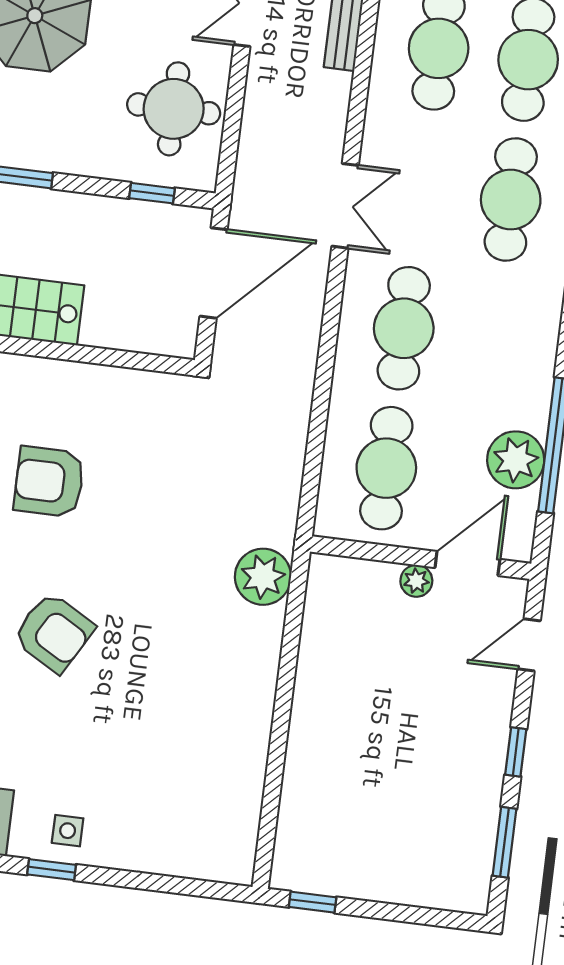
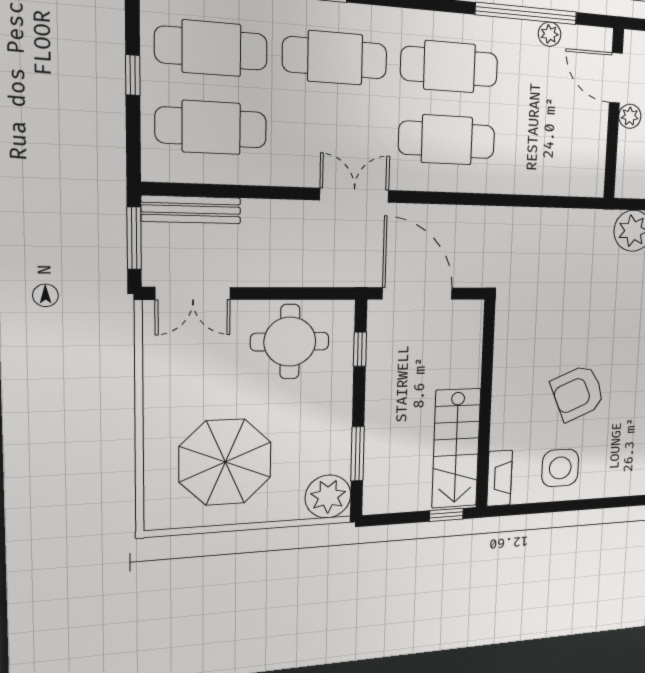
plant: (516, 460) -> (550, 34), width x0.53, depth x0.53
cafe table: (386, 468) -> (449, 67), moved
armchair: (49, 482) -> (578, 393), turned 67

